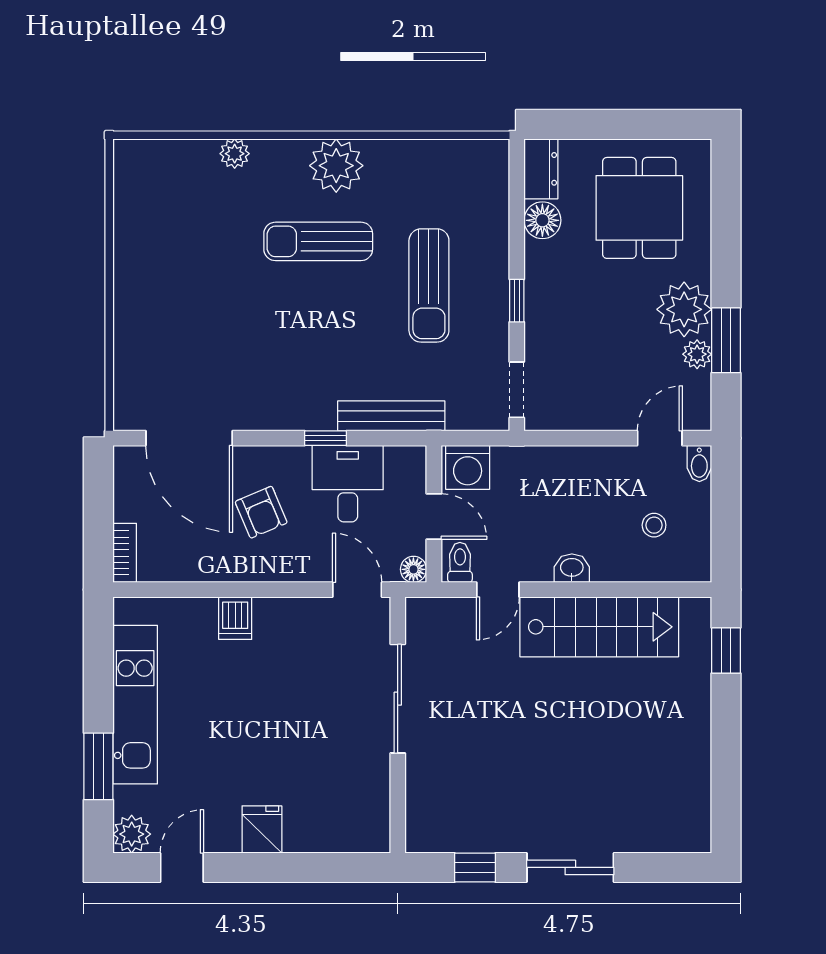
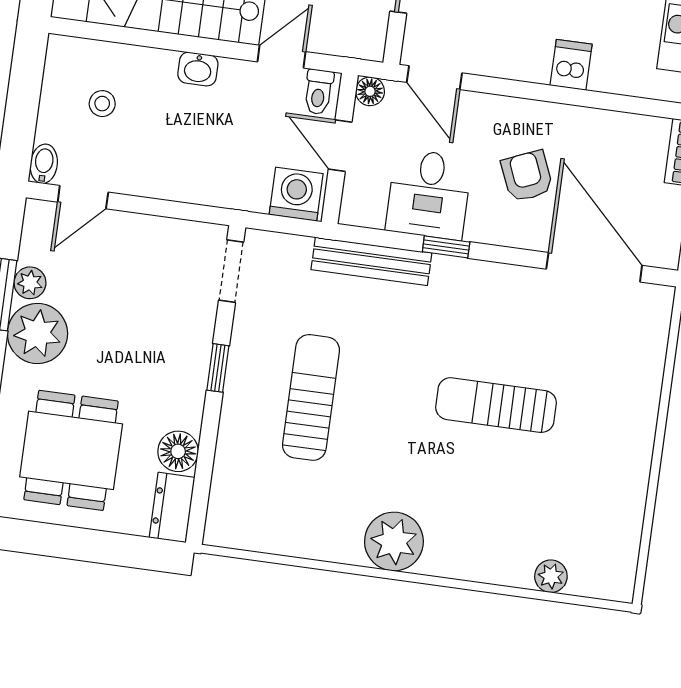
plant: (235, 154) -> (551, 576), moved
sun lounger: (318, 241) -> (496, 405), moved, turned 180

